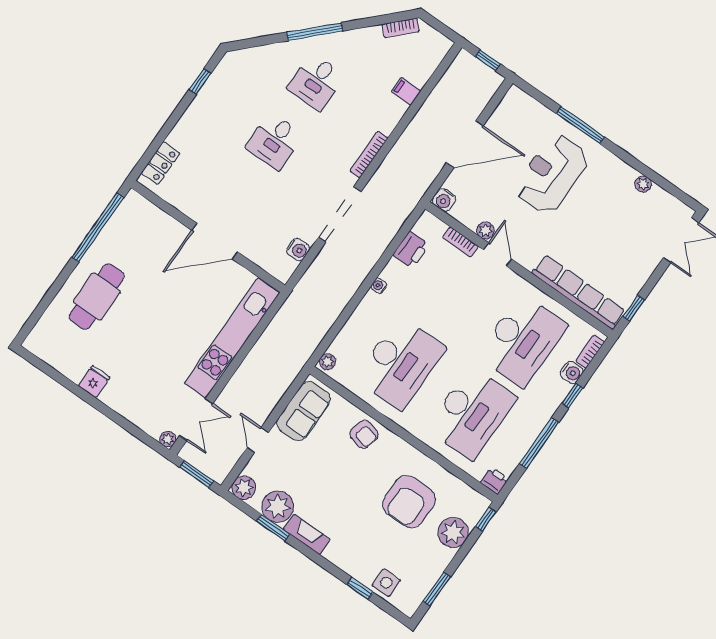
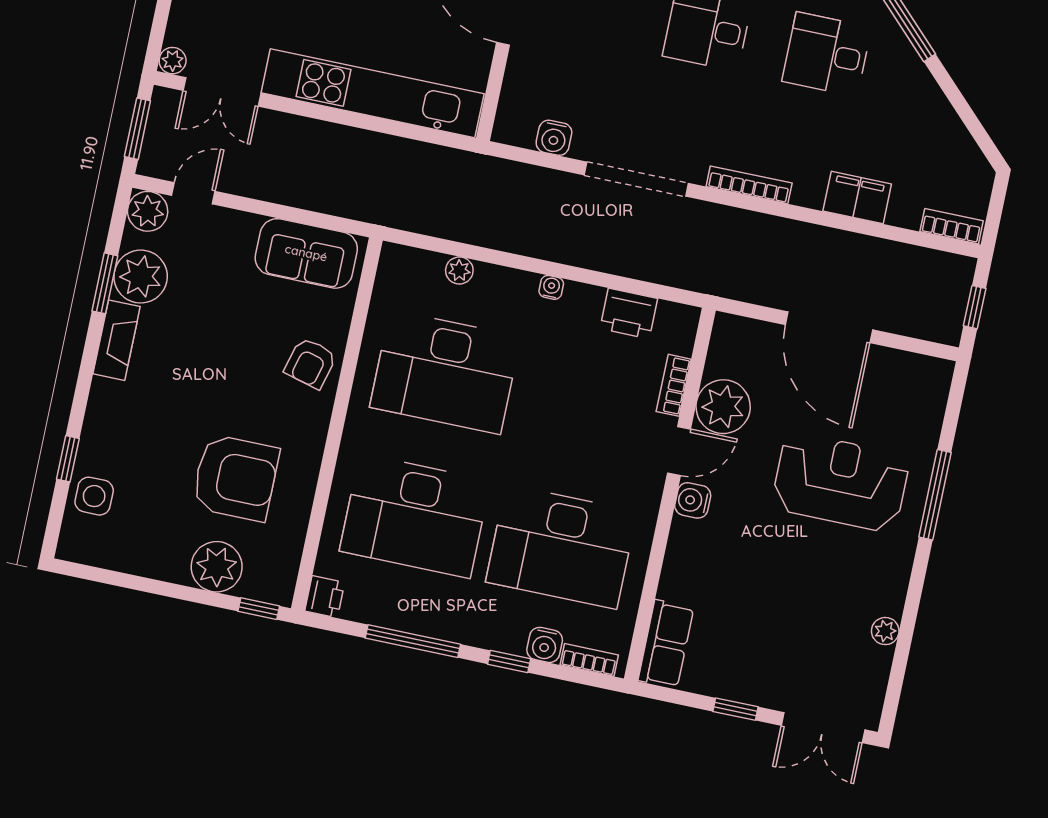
bookcase: (401, 28) -> (952, 226), moved, turned 135
filing cabinet: (406, 91) -> (857, 198), width x2.00
water cooler: (444, 200) -> (693, 500), moved
plant: (485, 230) -> (723, 407), width x1.88, depth x1.88
row of seats: (579, 292) -> (666, 644), width x0.50
window: (634, 308) -> (735, 709), moved
plant: (327, 362) -> (459, 270), moved
door: (258, 440) -> (193, 193), moved
armchair: (409, 502) -> (235, 478), turned 180
window: (437, 589) -> (117, 579), removed

